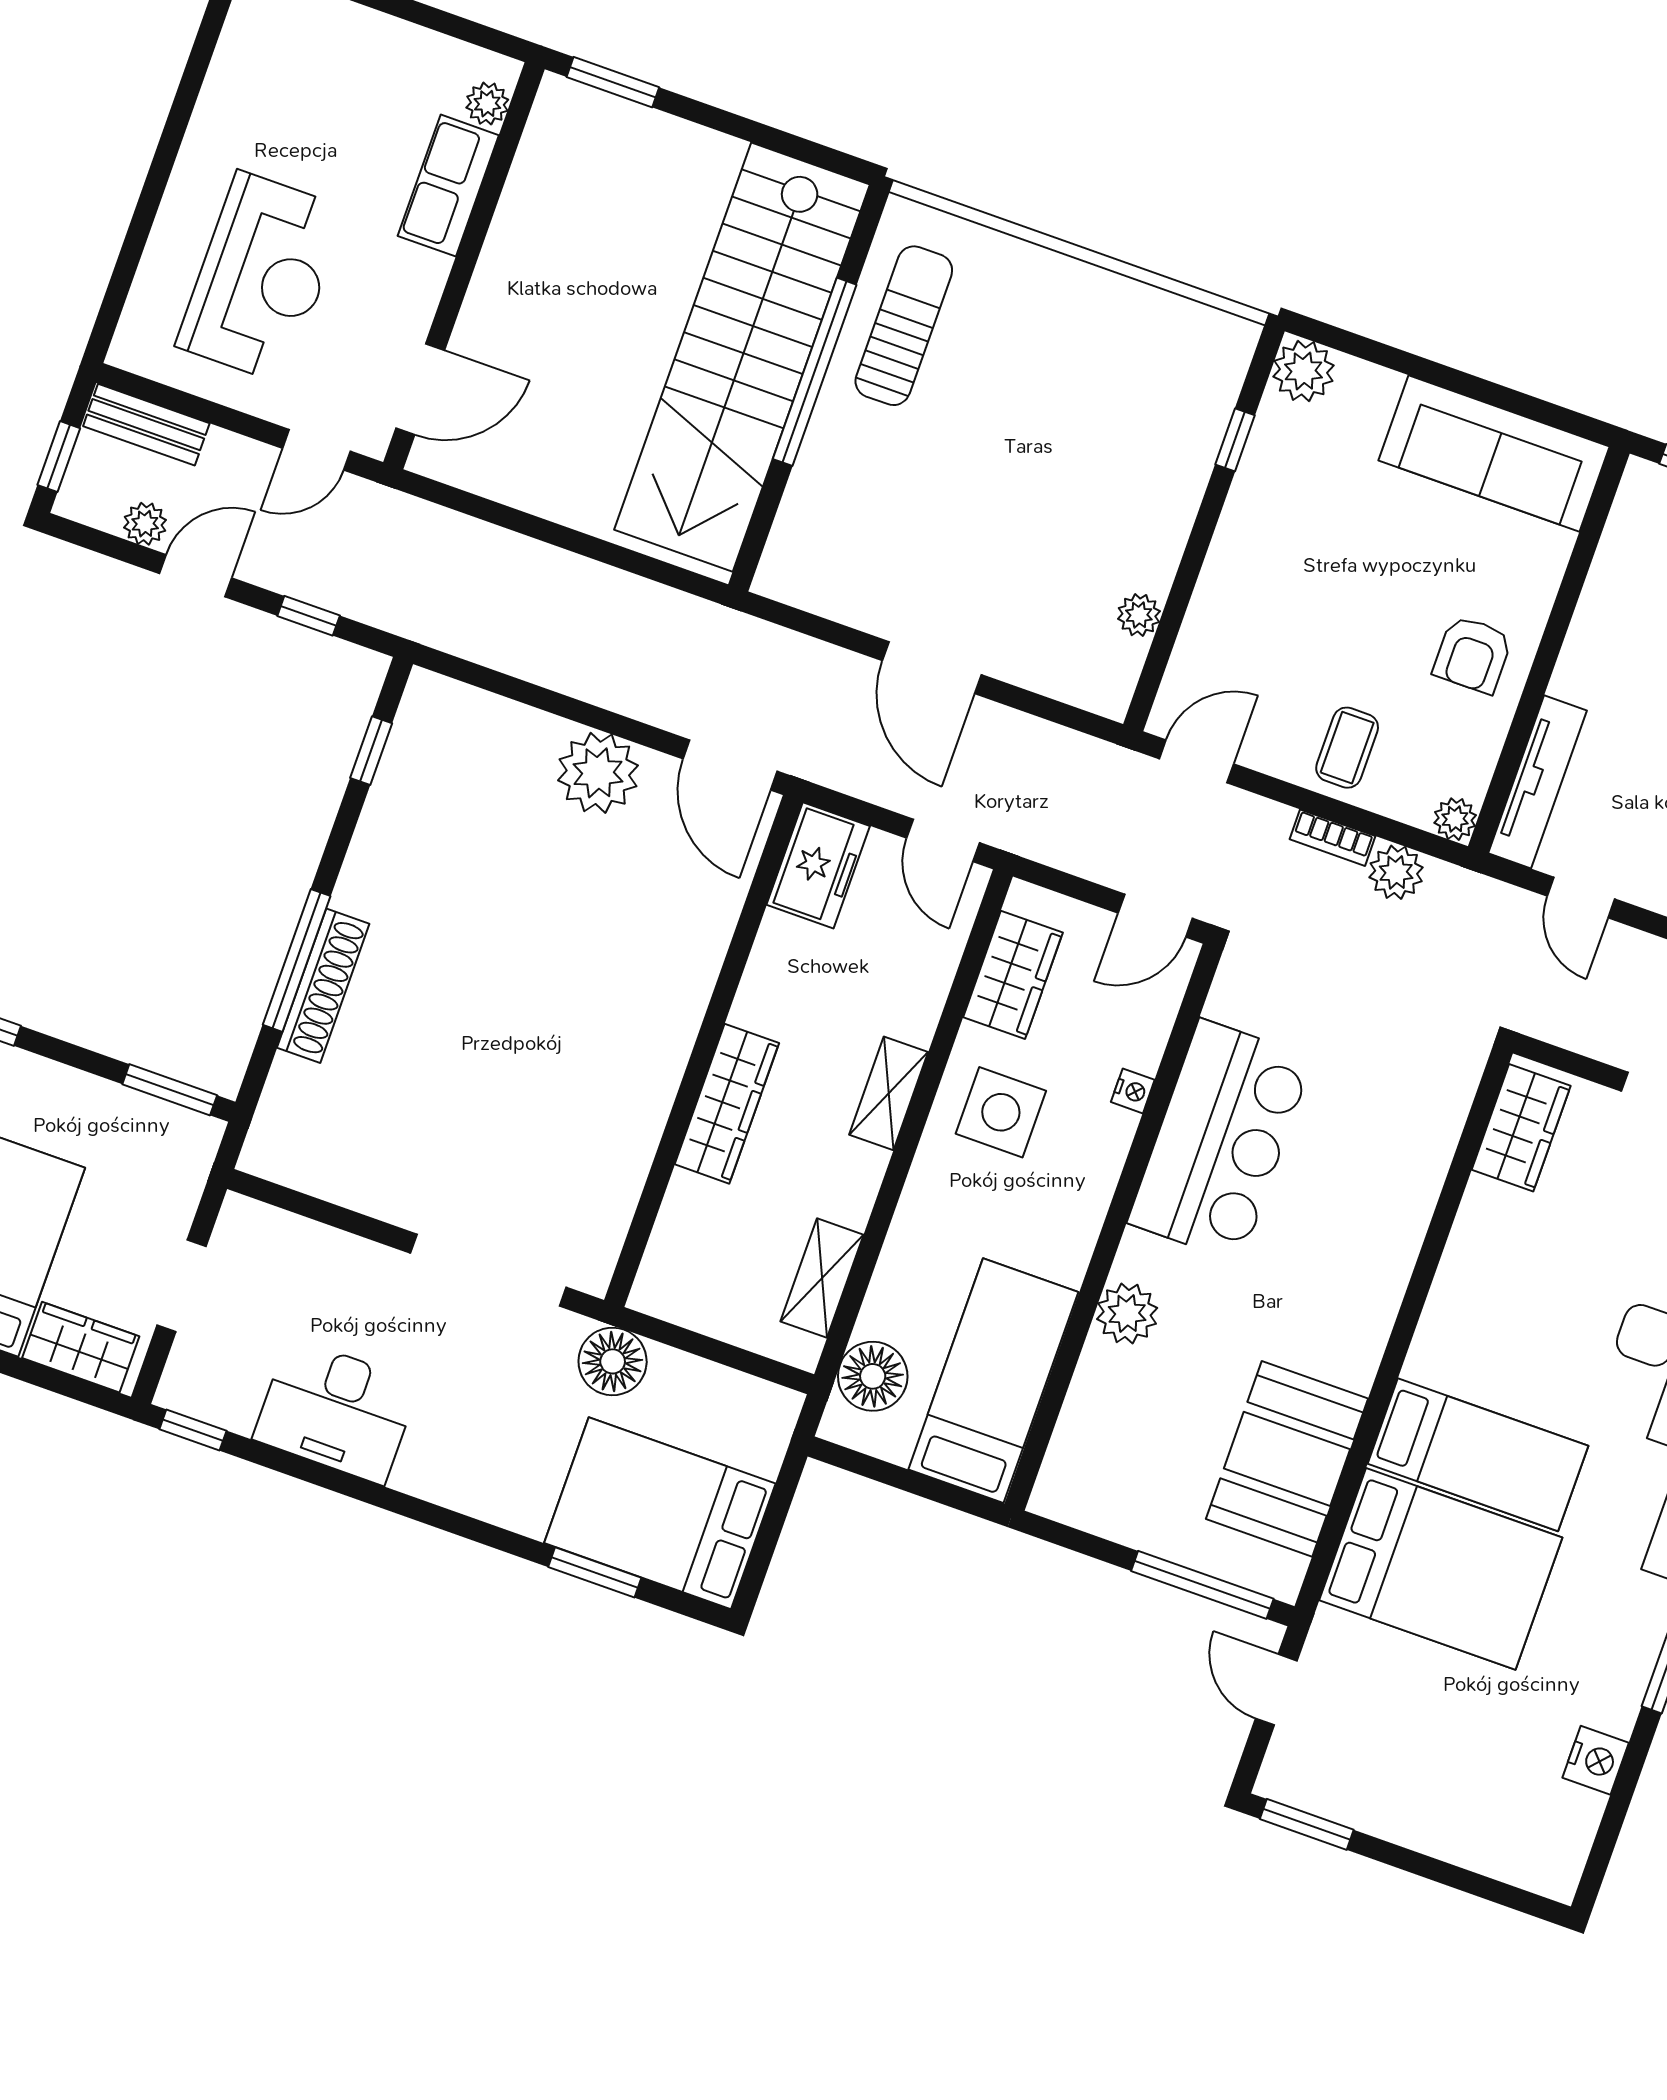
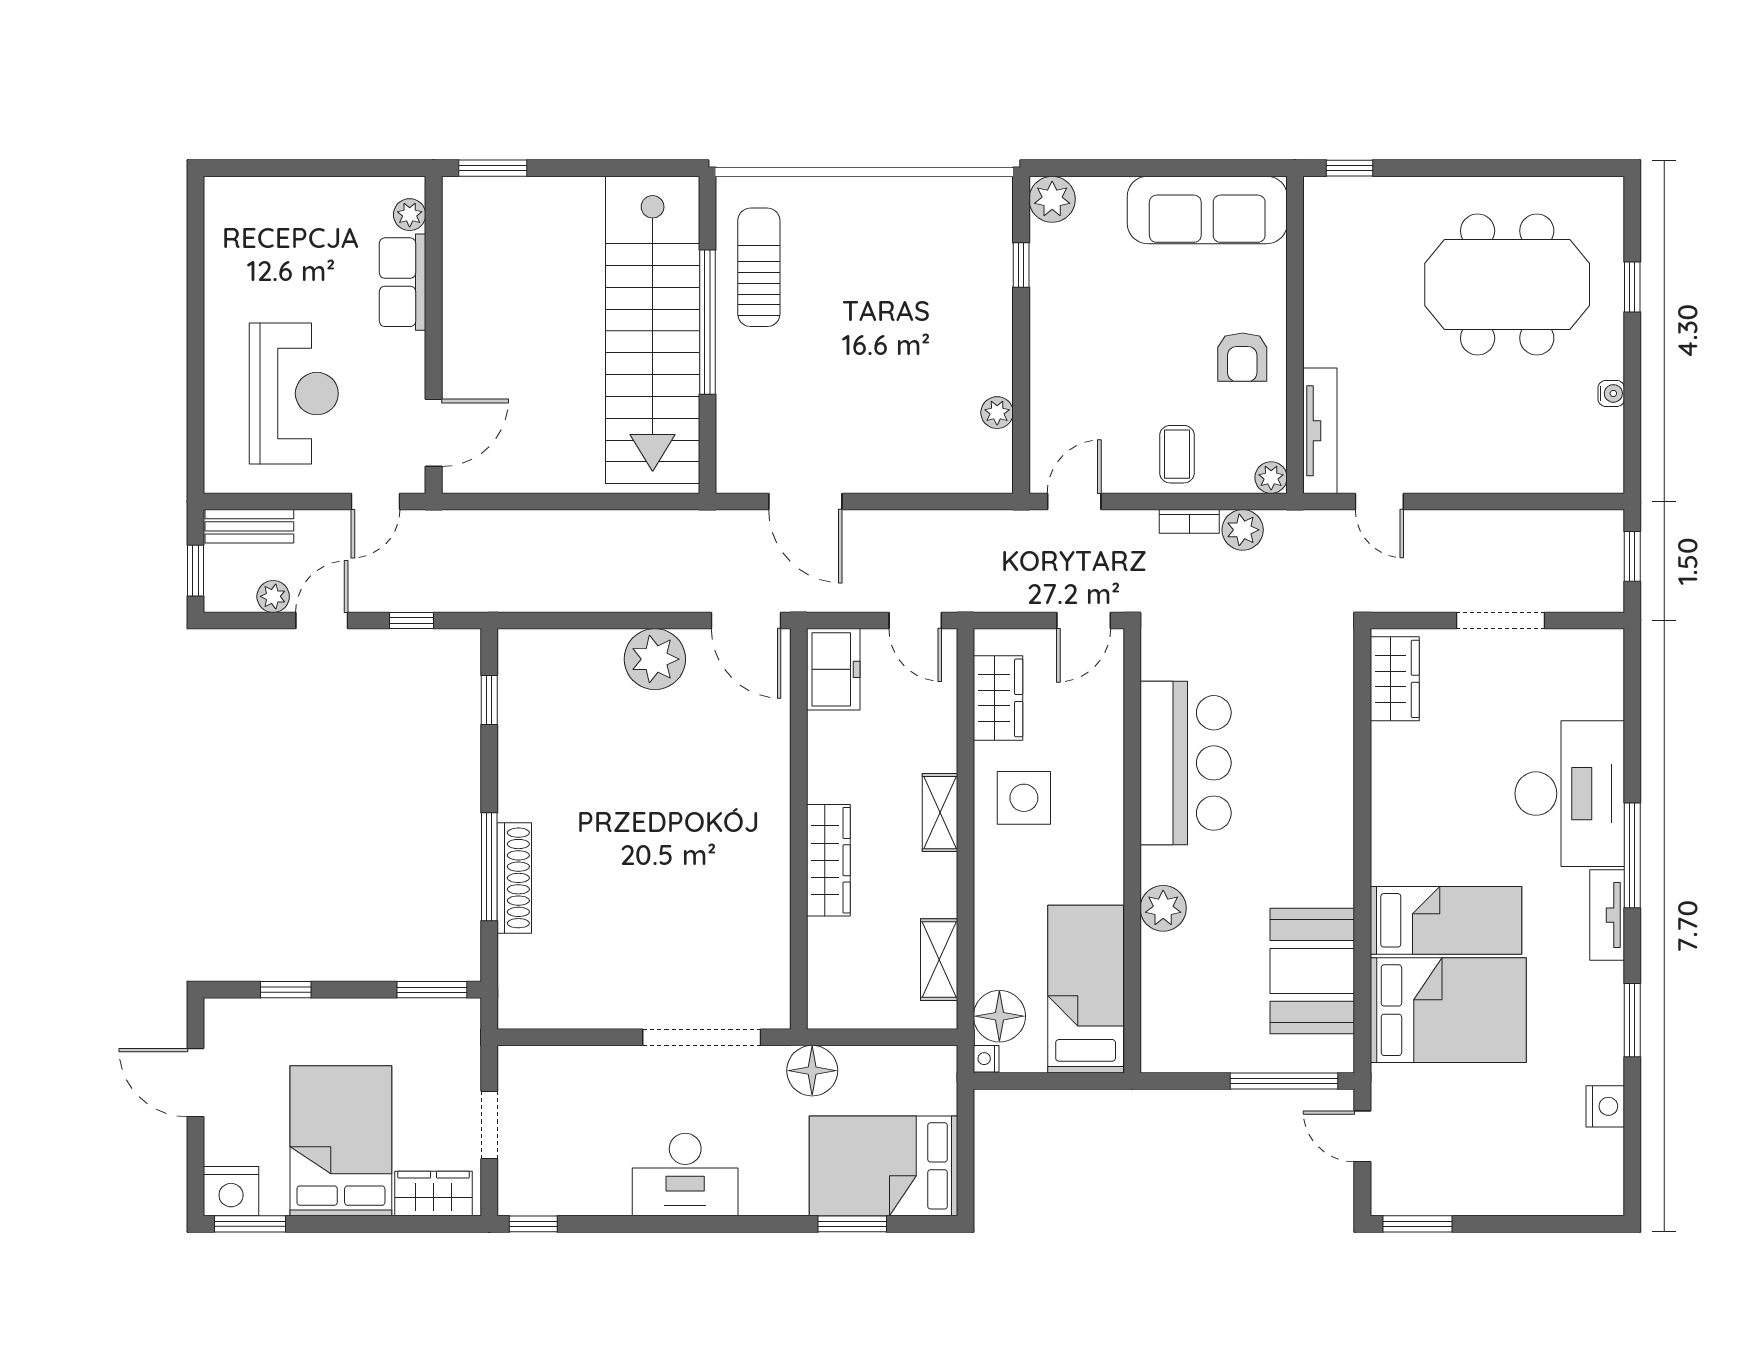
door: (932, 668) -> (805, 501), moved
nightstand: (1133, 1091) -> (986, 1059), moved, turned 180
desk: (336, 1411) -> (685, 1175), moved

